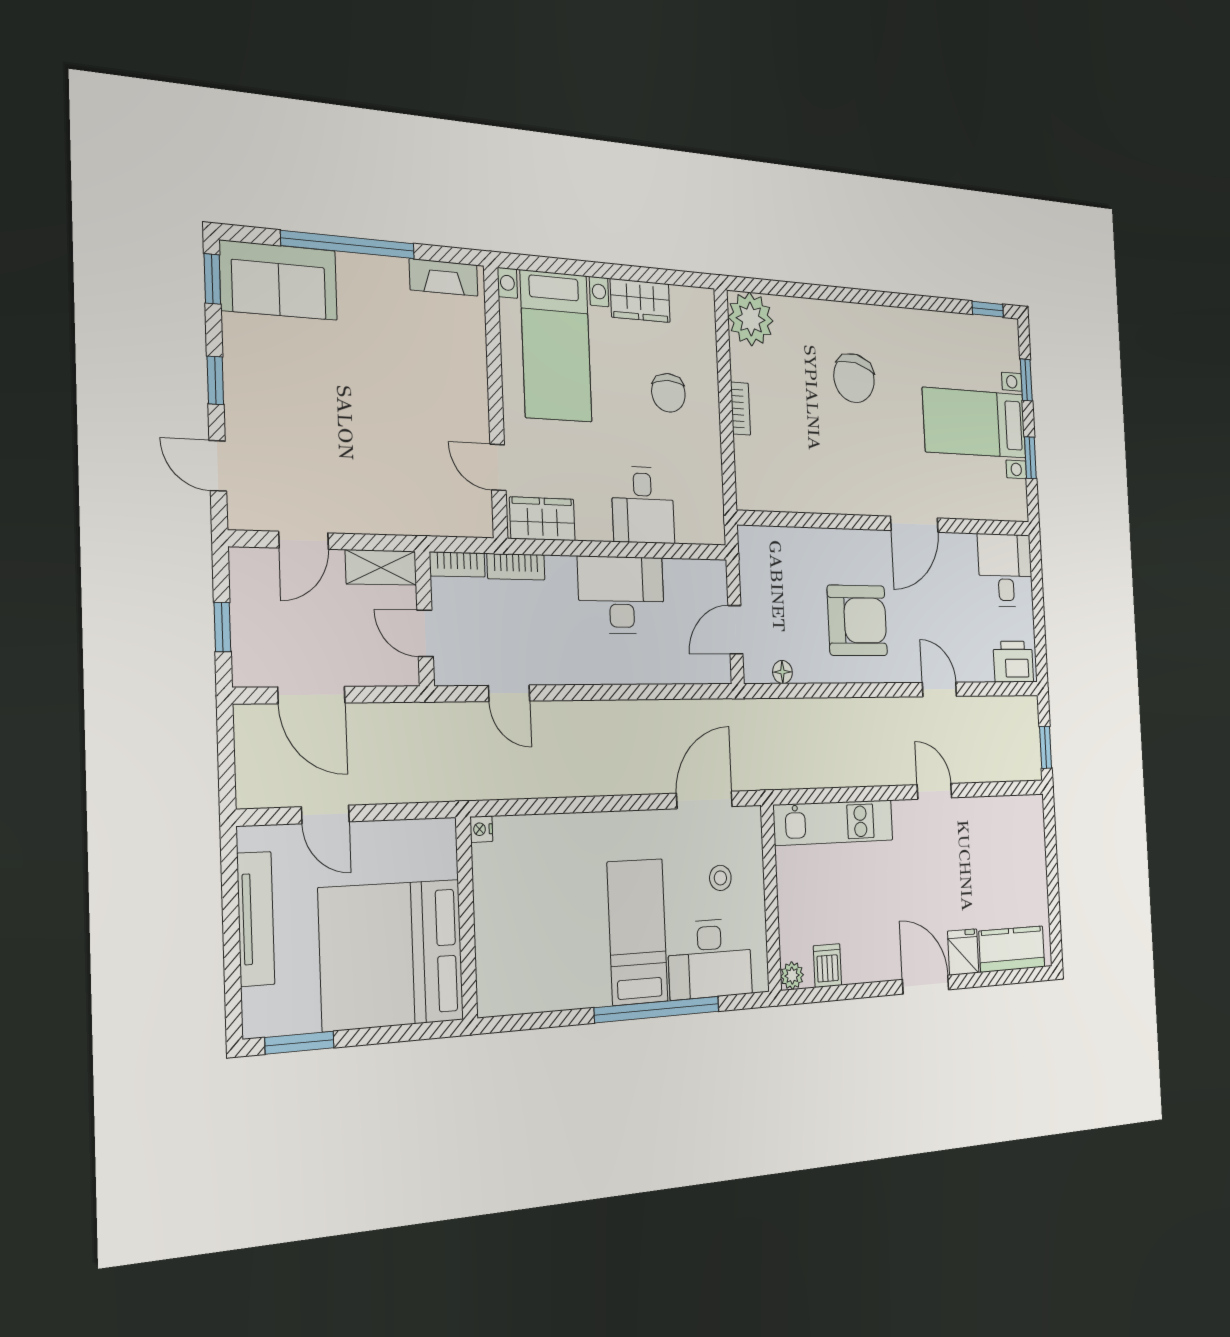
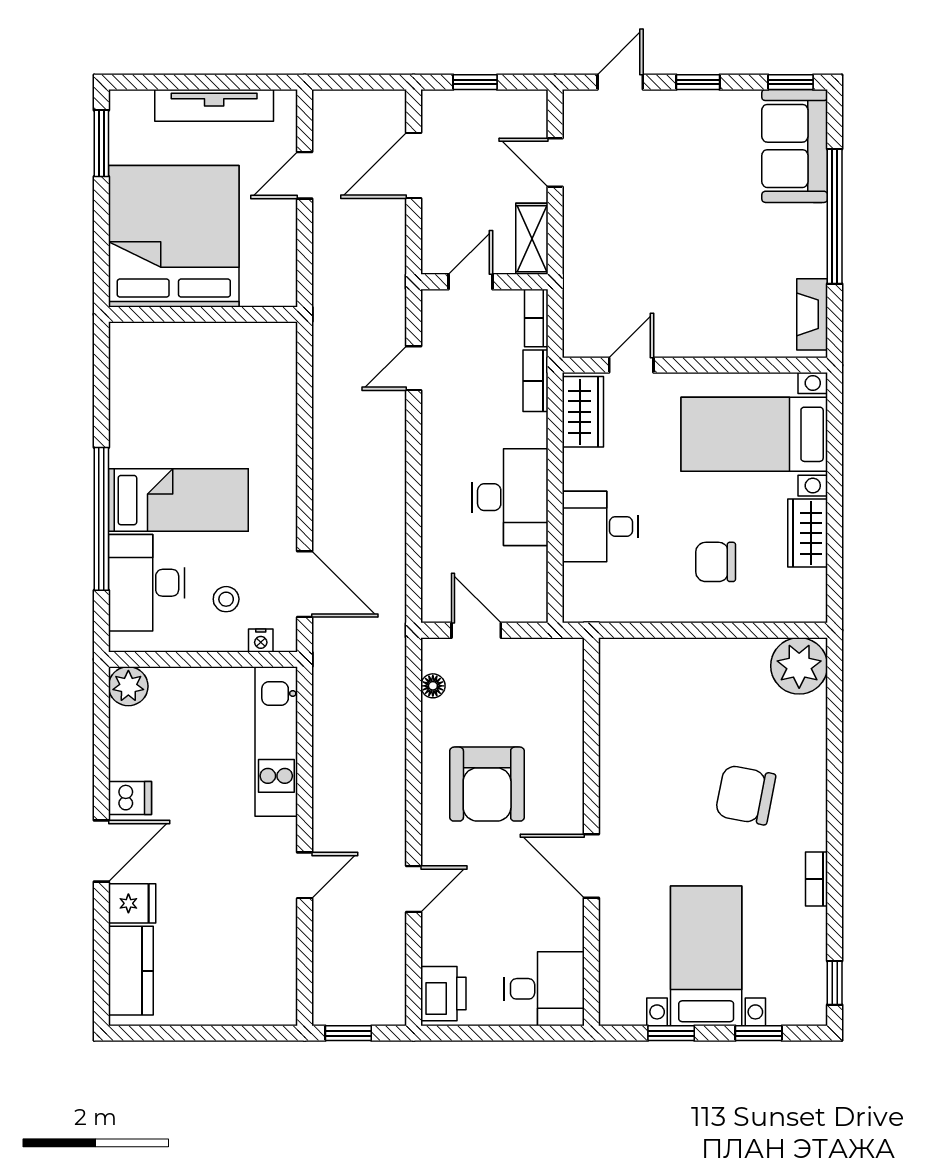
bookcase: (740, 409) -> (817, 879), moved, turned 90
nightstand: (481, 829) -> (261, 640), moved, turned 180
dishwasher: (827, 966) -> (130, 798), moved
plant: (792, 976) -> (128, 686), width x1.38, depth x1.38

